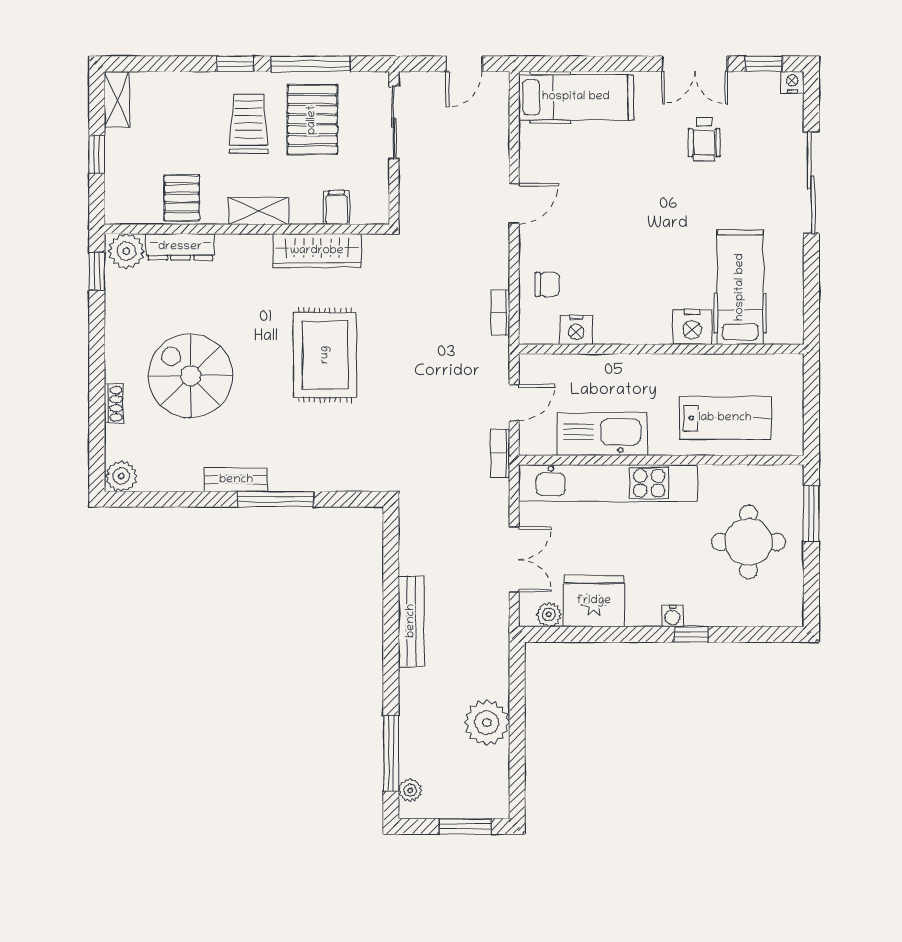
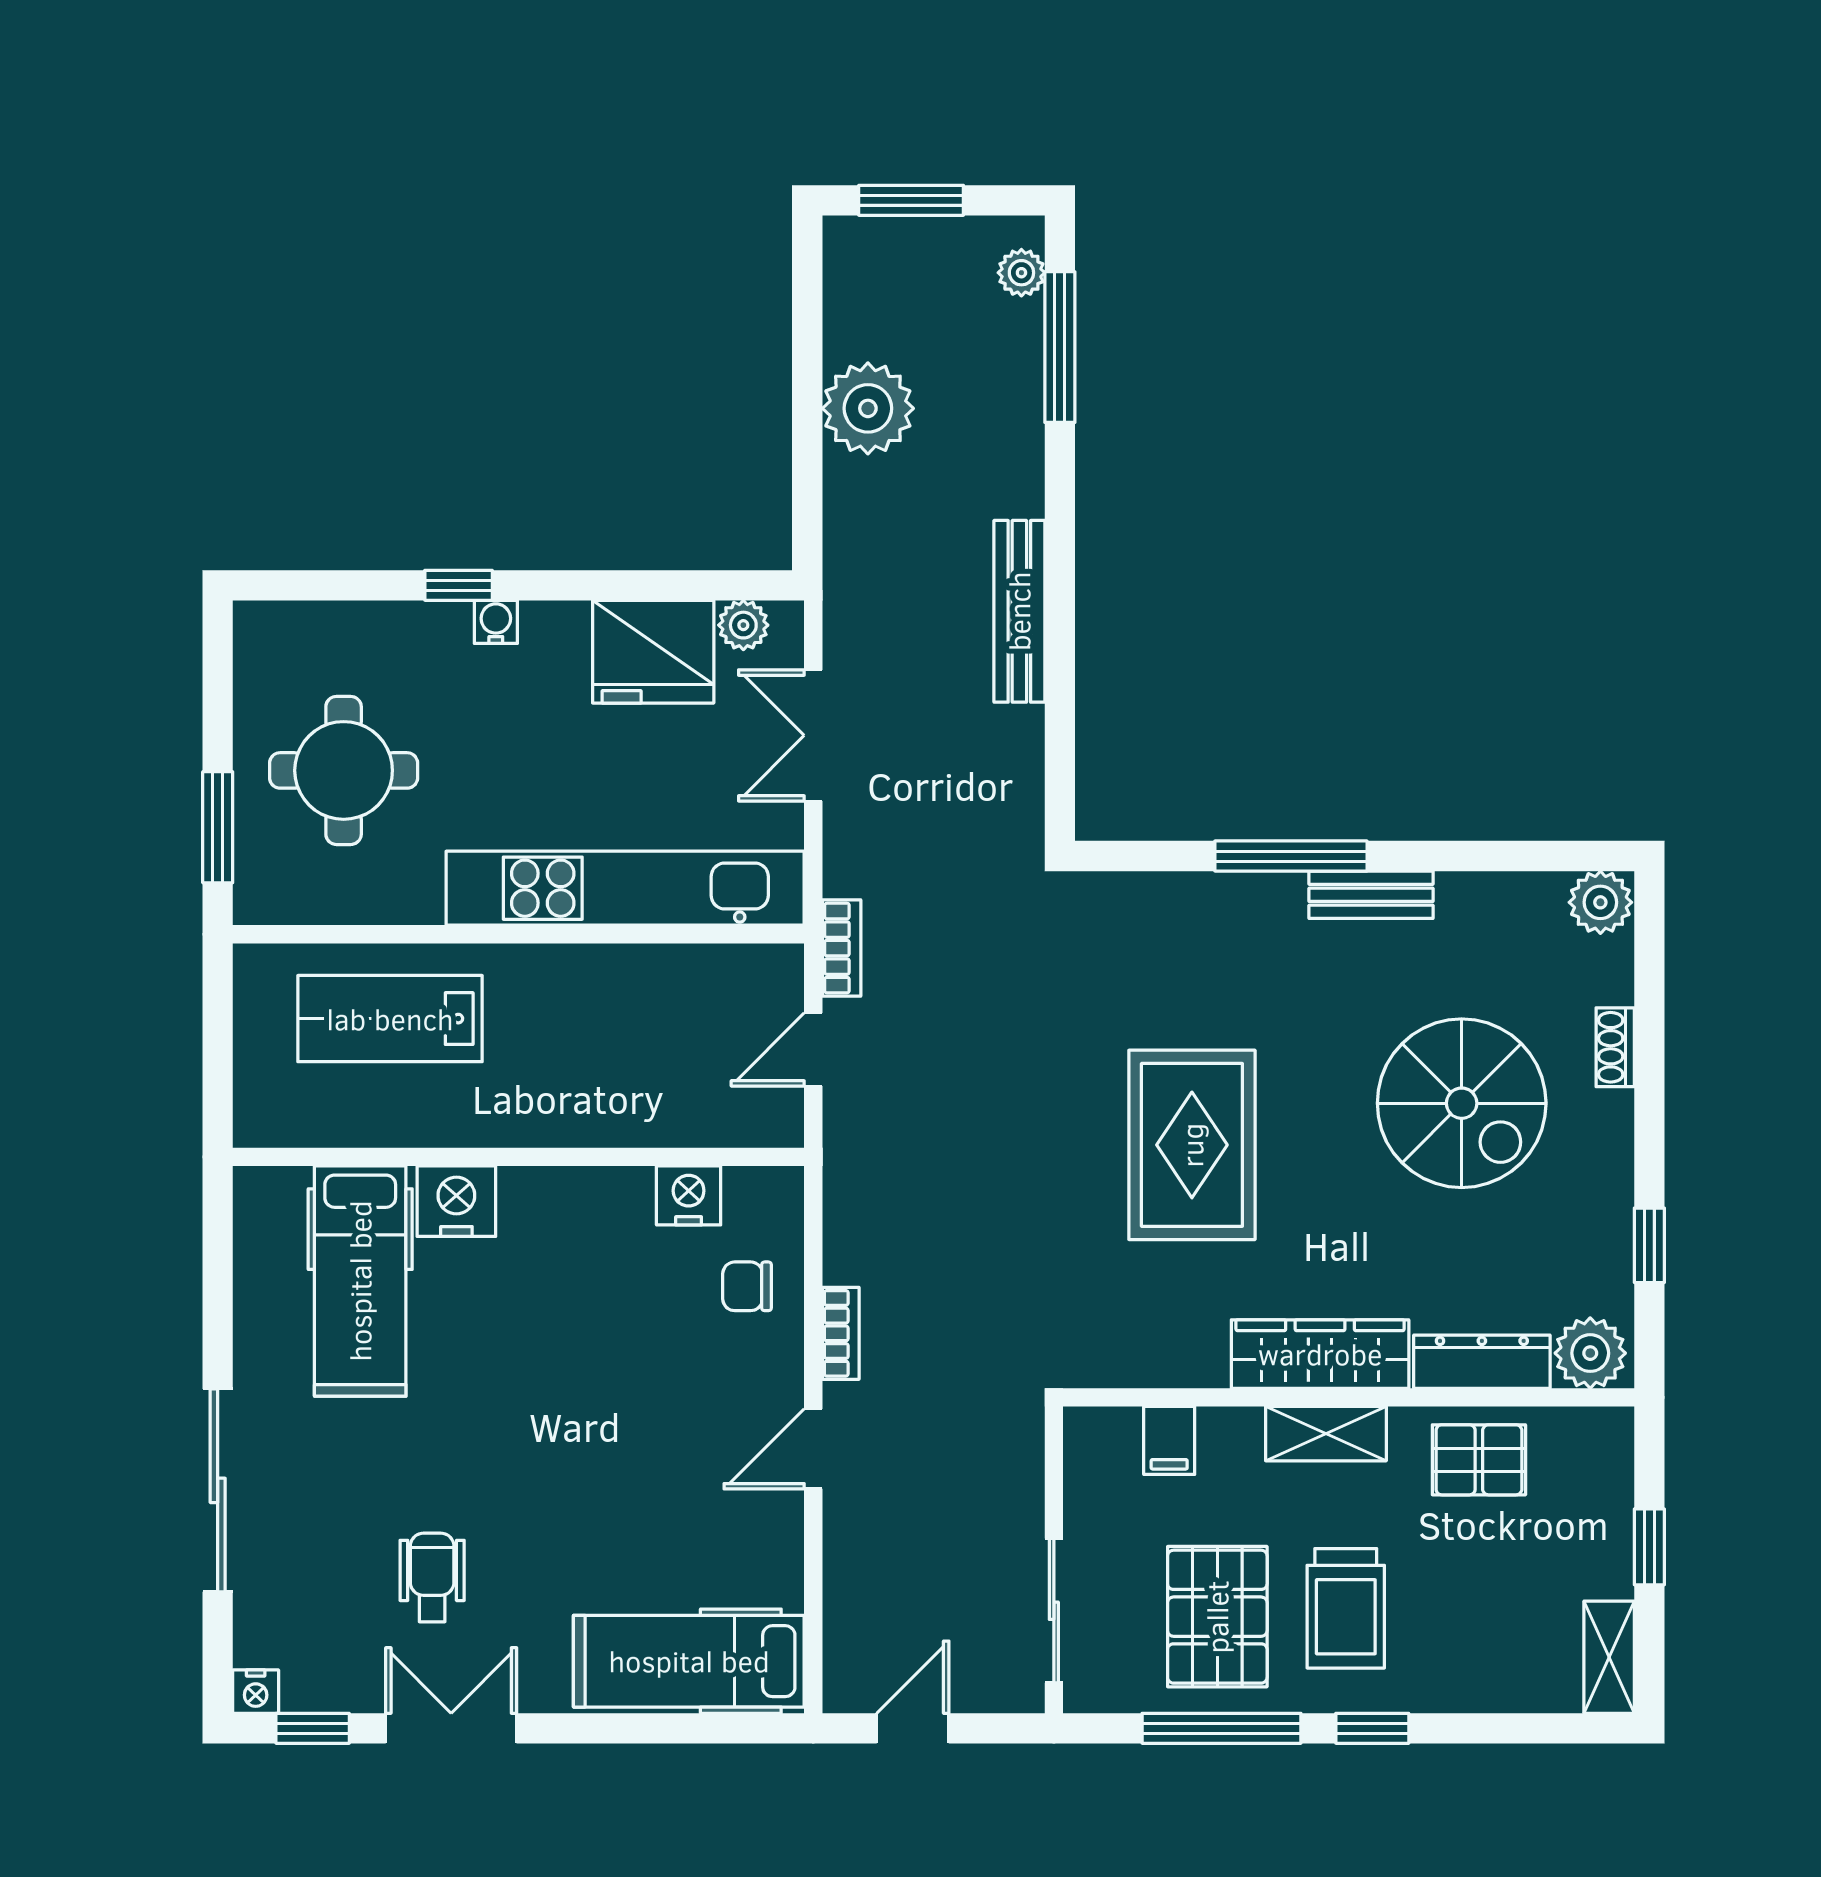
pallet: (182, 198) -> (1479, 1460), turned 90
wardrobe: (317, 251) -> (1320, 1354), moved
window: (97, 271) -> (1649, 1245), moved
bookcase: (500, 313) -> (841, 1333), moved
kitchen sink: (603, 434) -> (636, 986), removed

